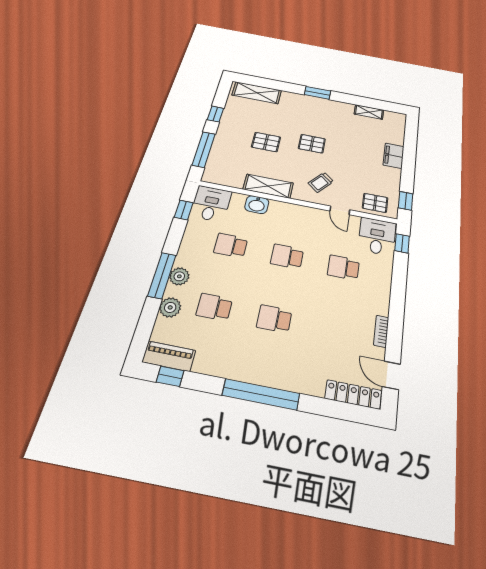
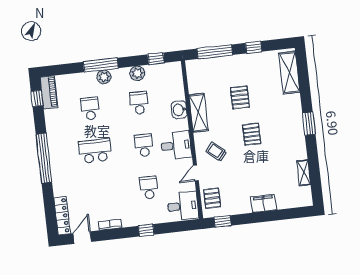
desk: (211, 204) -> (176, 145), moved
window: (402, 243) -> (146, 230), moved
plant: (170, 307) -> (137, 73), moved
school desk: (274, 319) -> (95, 151), width x1.85

